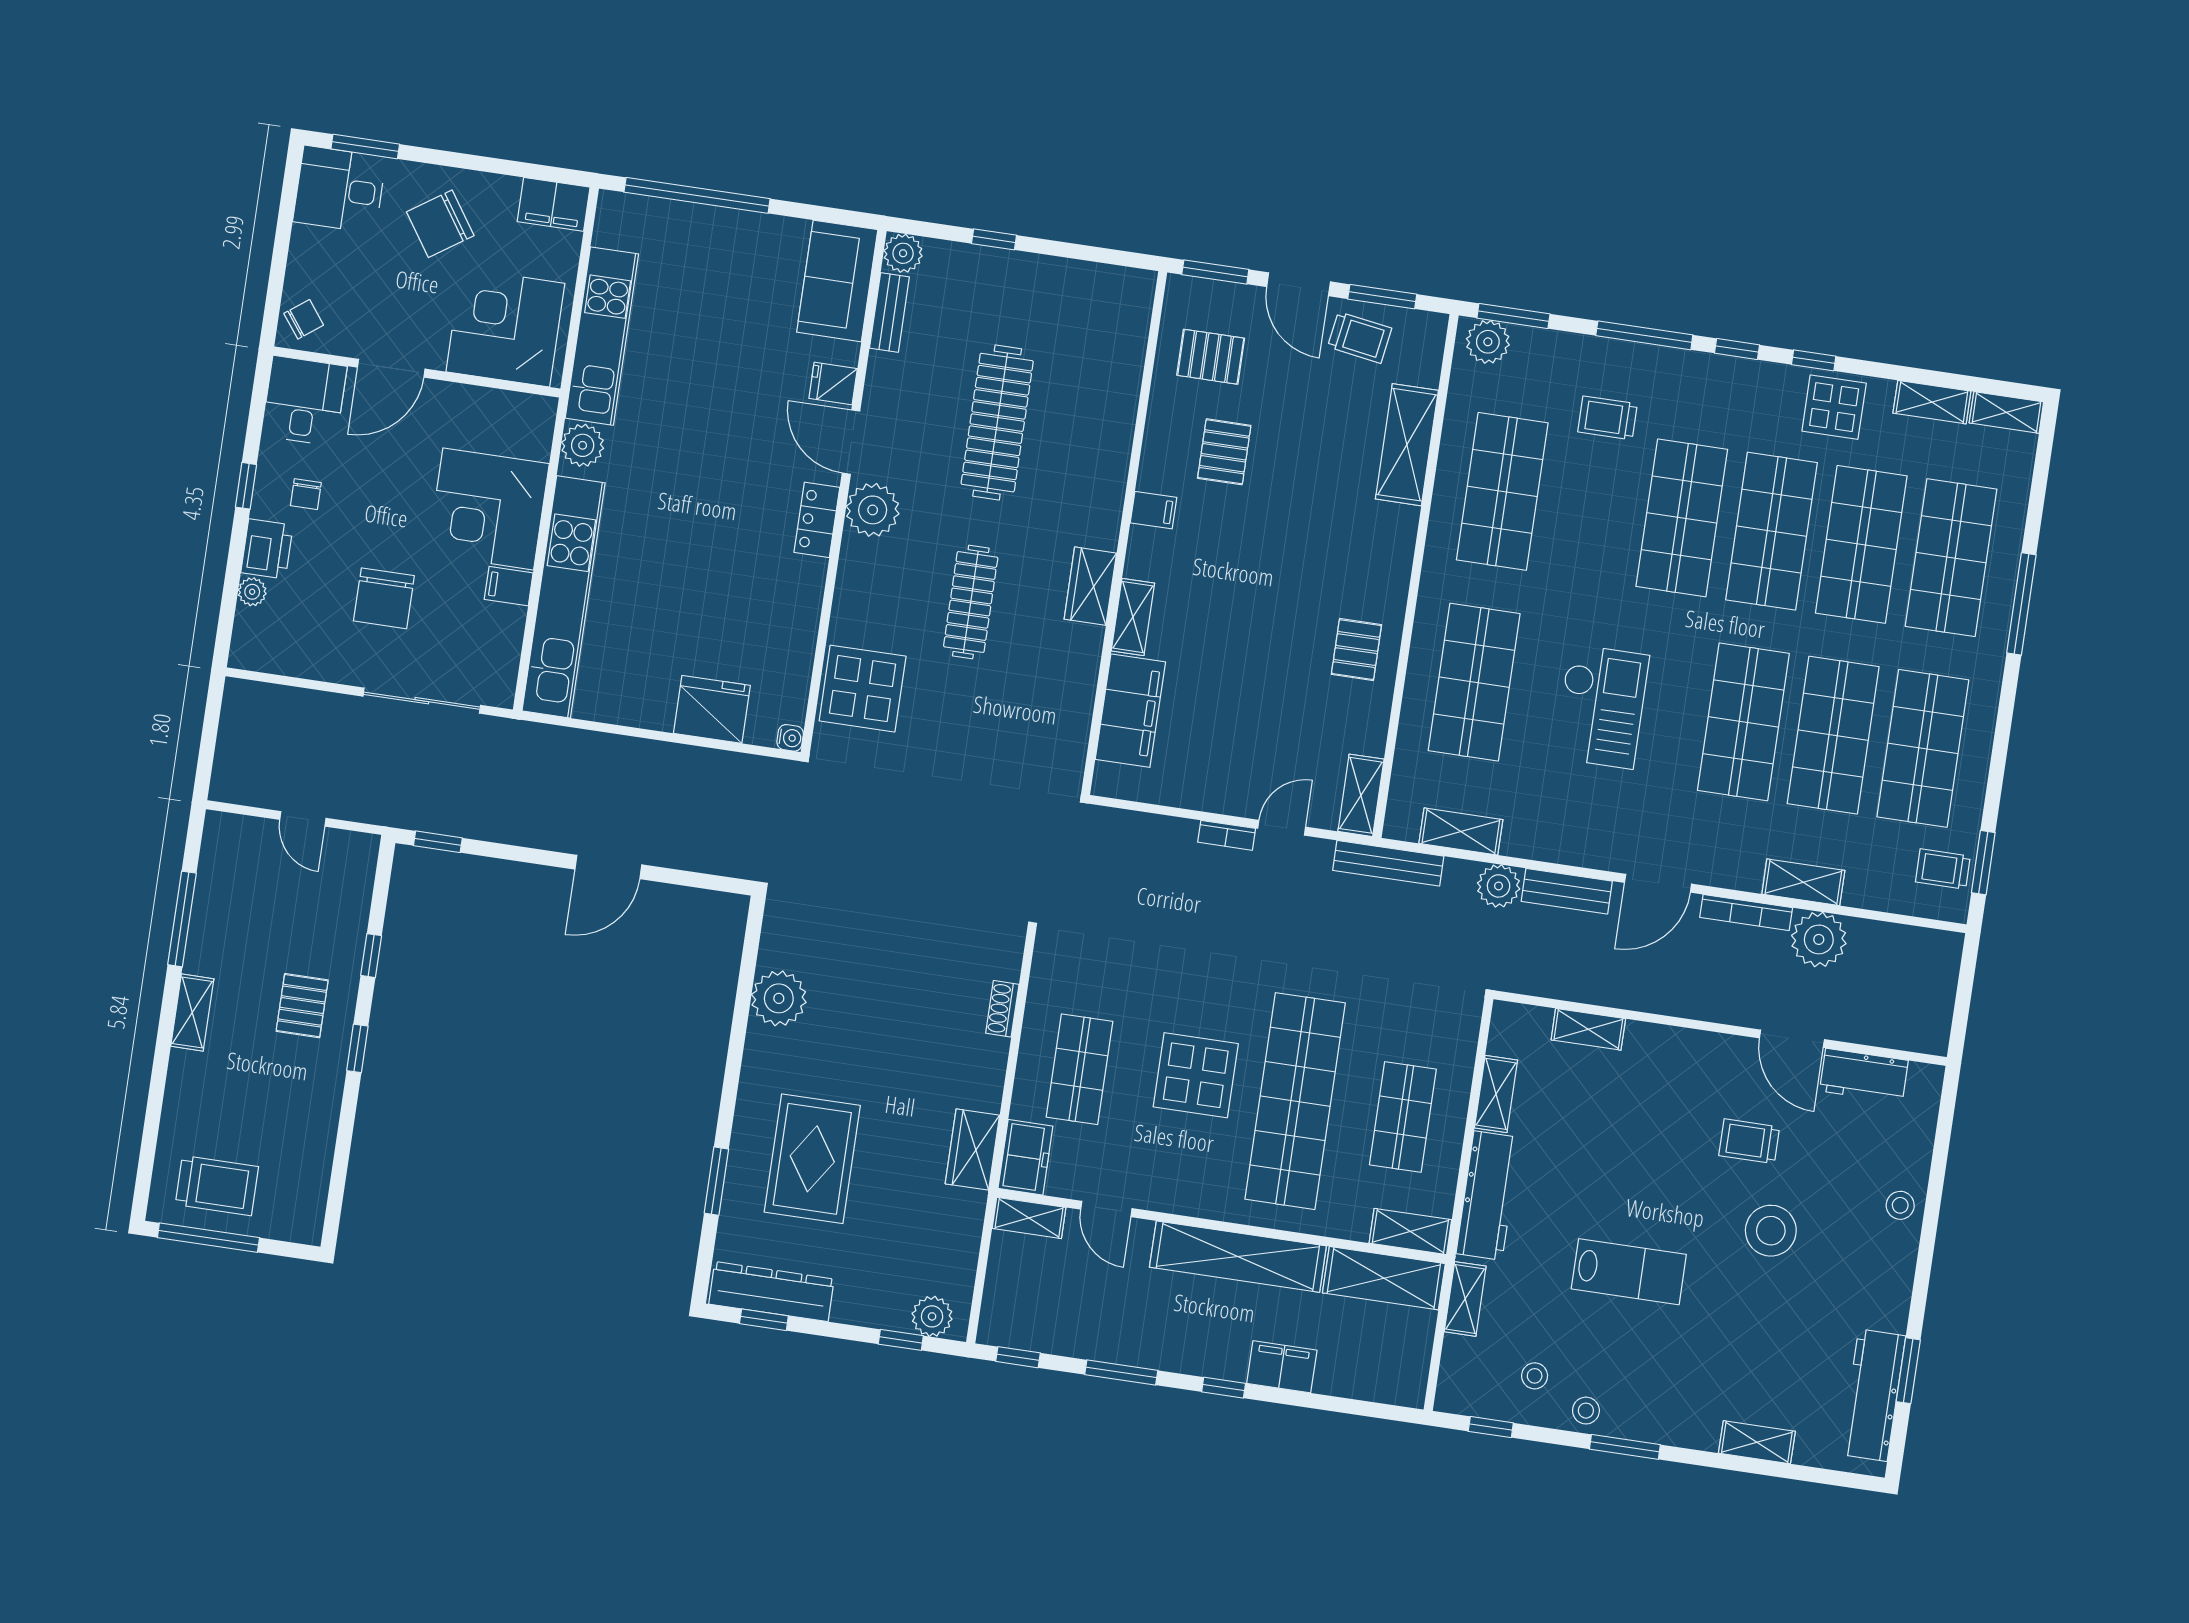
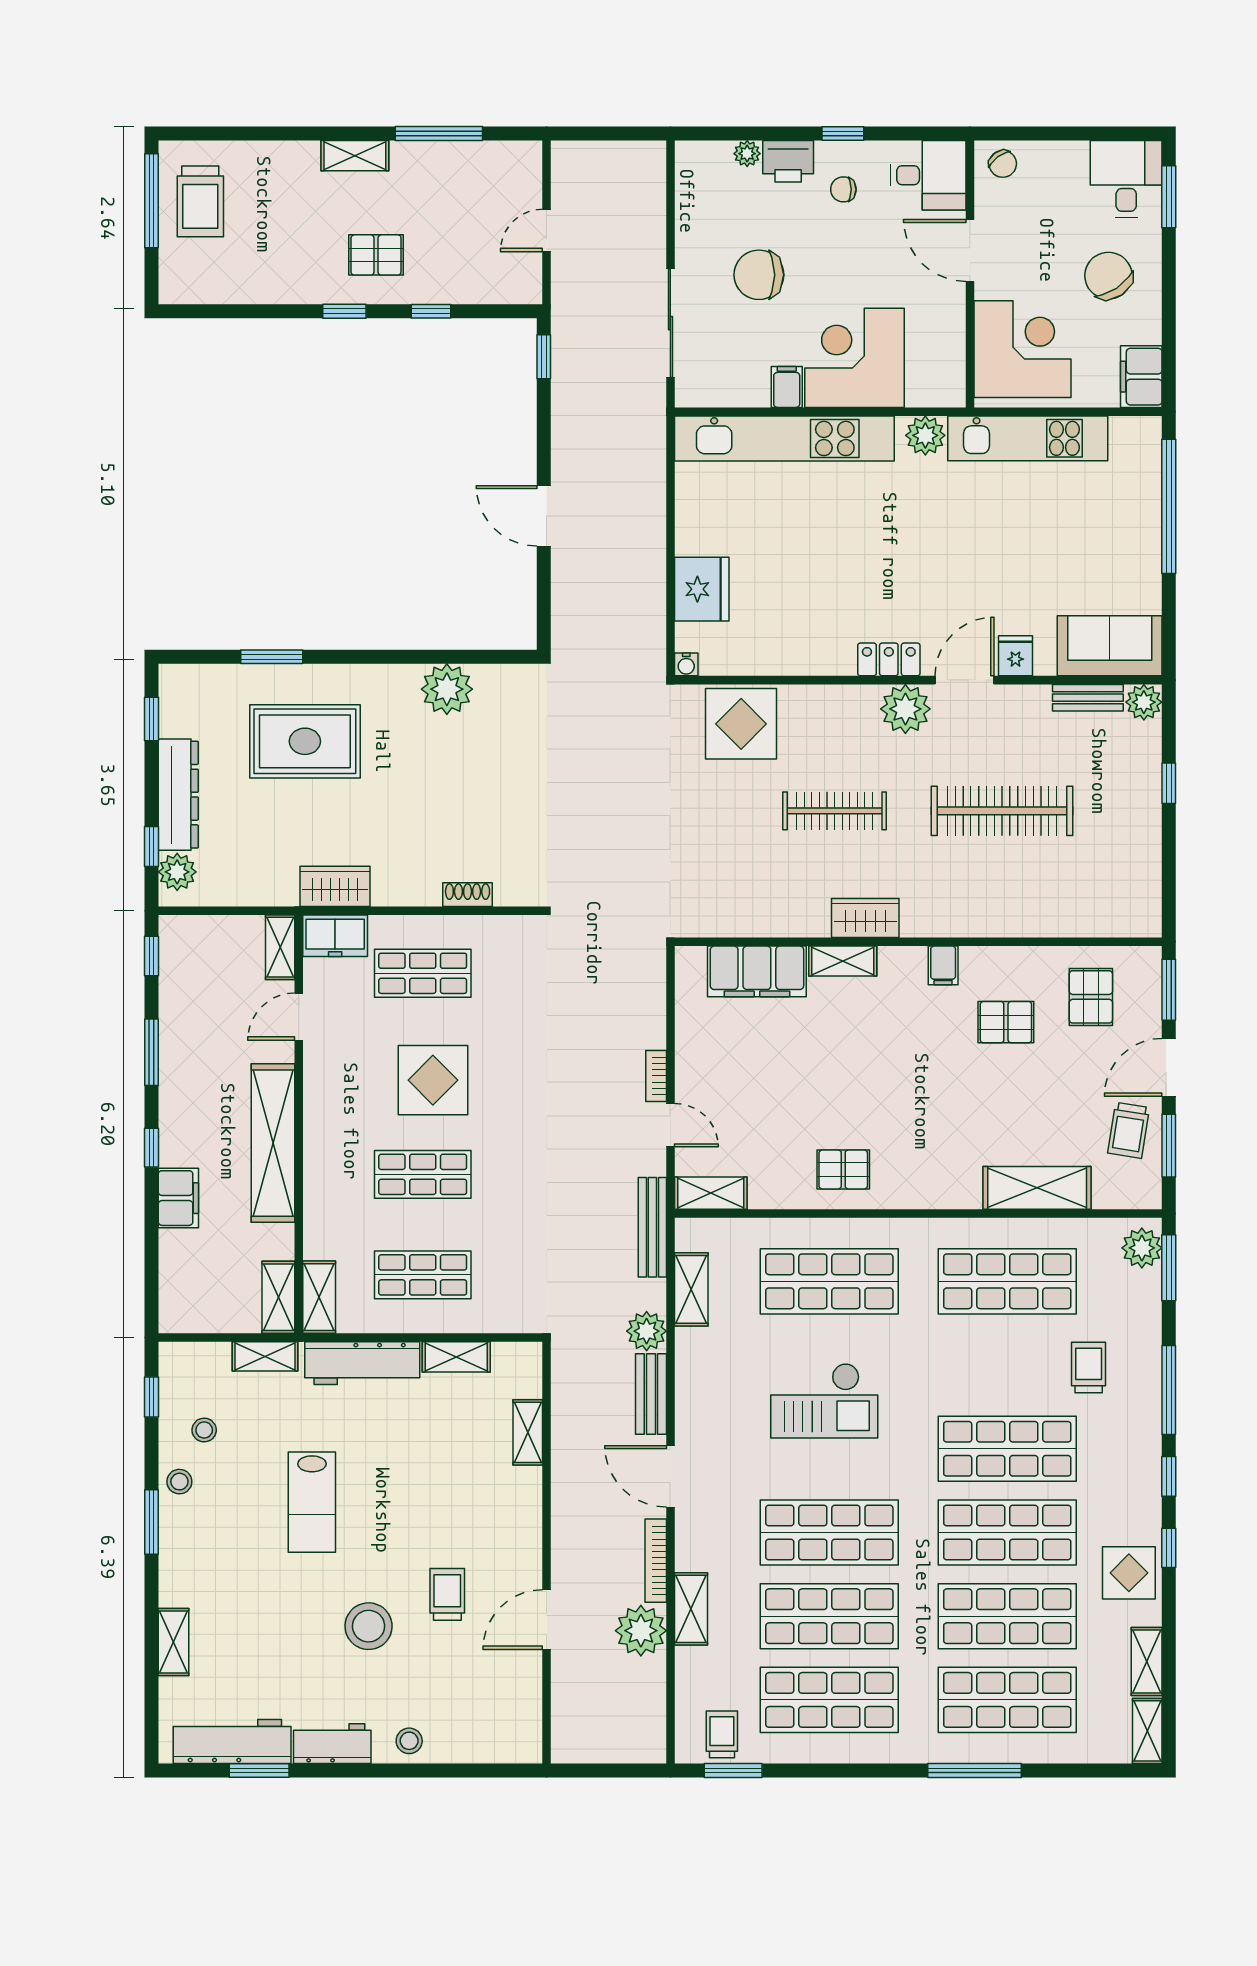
workbench: (1864, 1076) -> (332, 1744), moved, turned 90
shop shelf: (1295, 1101) -> (423, 1174), width x0.50, depth x0.74
shelving: (1384, 1278) -> (278, 1297), width x0.67, depth x0.75
dresser: (771, 1292) -> (178, 795), moved

